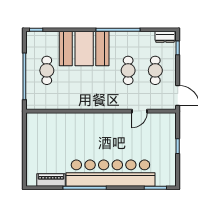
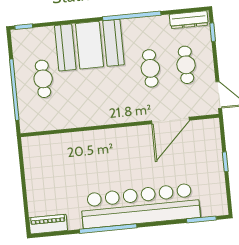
dresser: (165, 37) -> (189, 20), width x1.44
door: (139, 111) -> (170, 121), width x1.88
piano: (51, 180) -> (48, 224), moved

